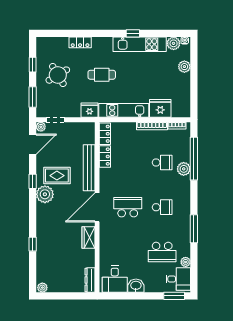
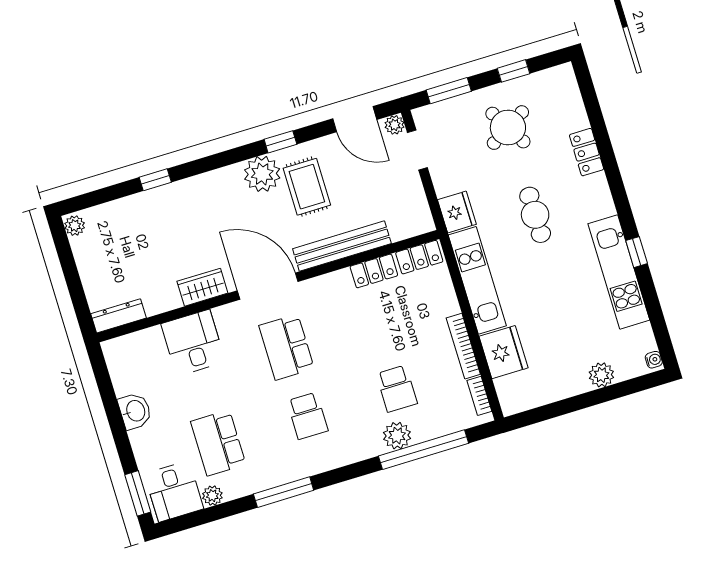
plant: (174, 43) -> (641, 339), removed
school desk: (128, 207) -> (287, 347), turned 180
desk: (115, 279) -> (193, 343), moved, turned 90

